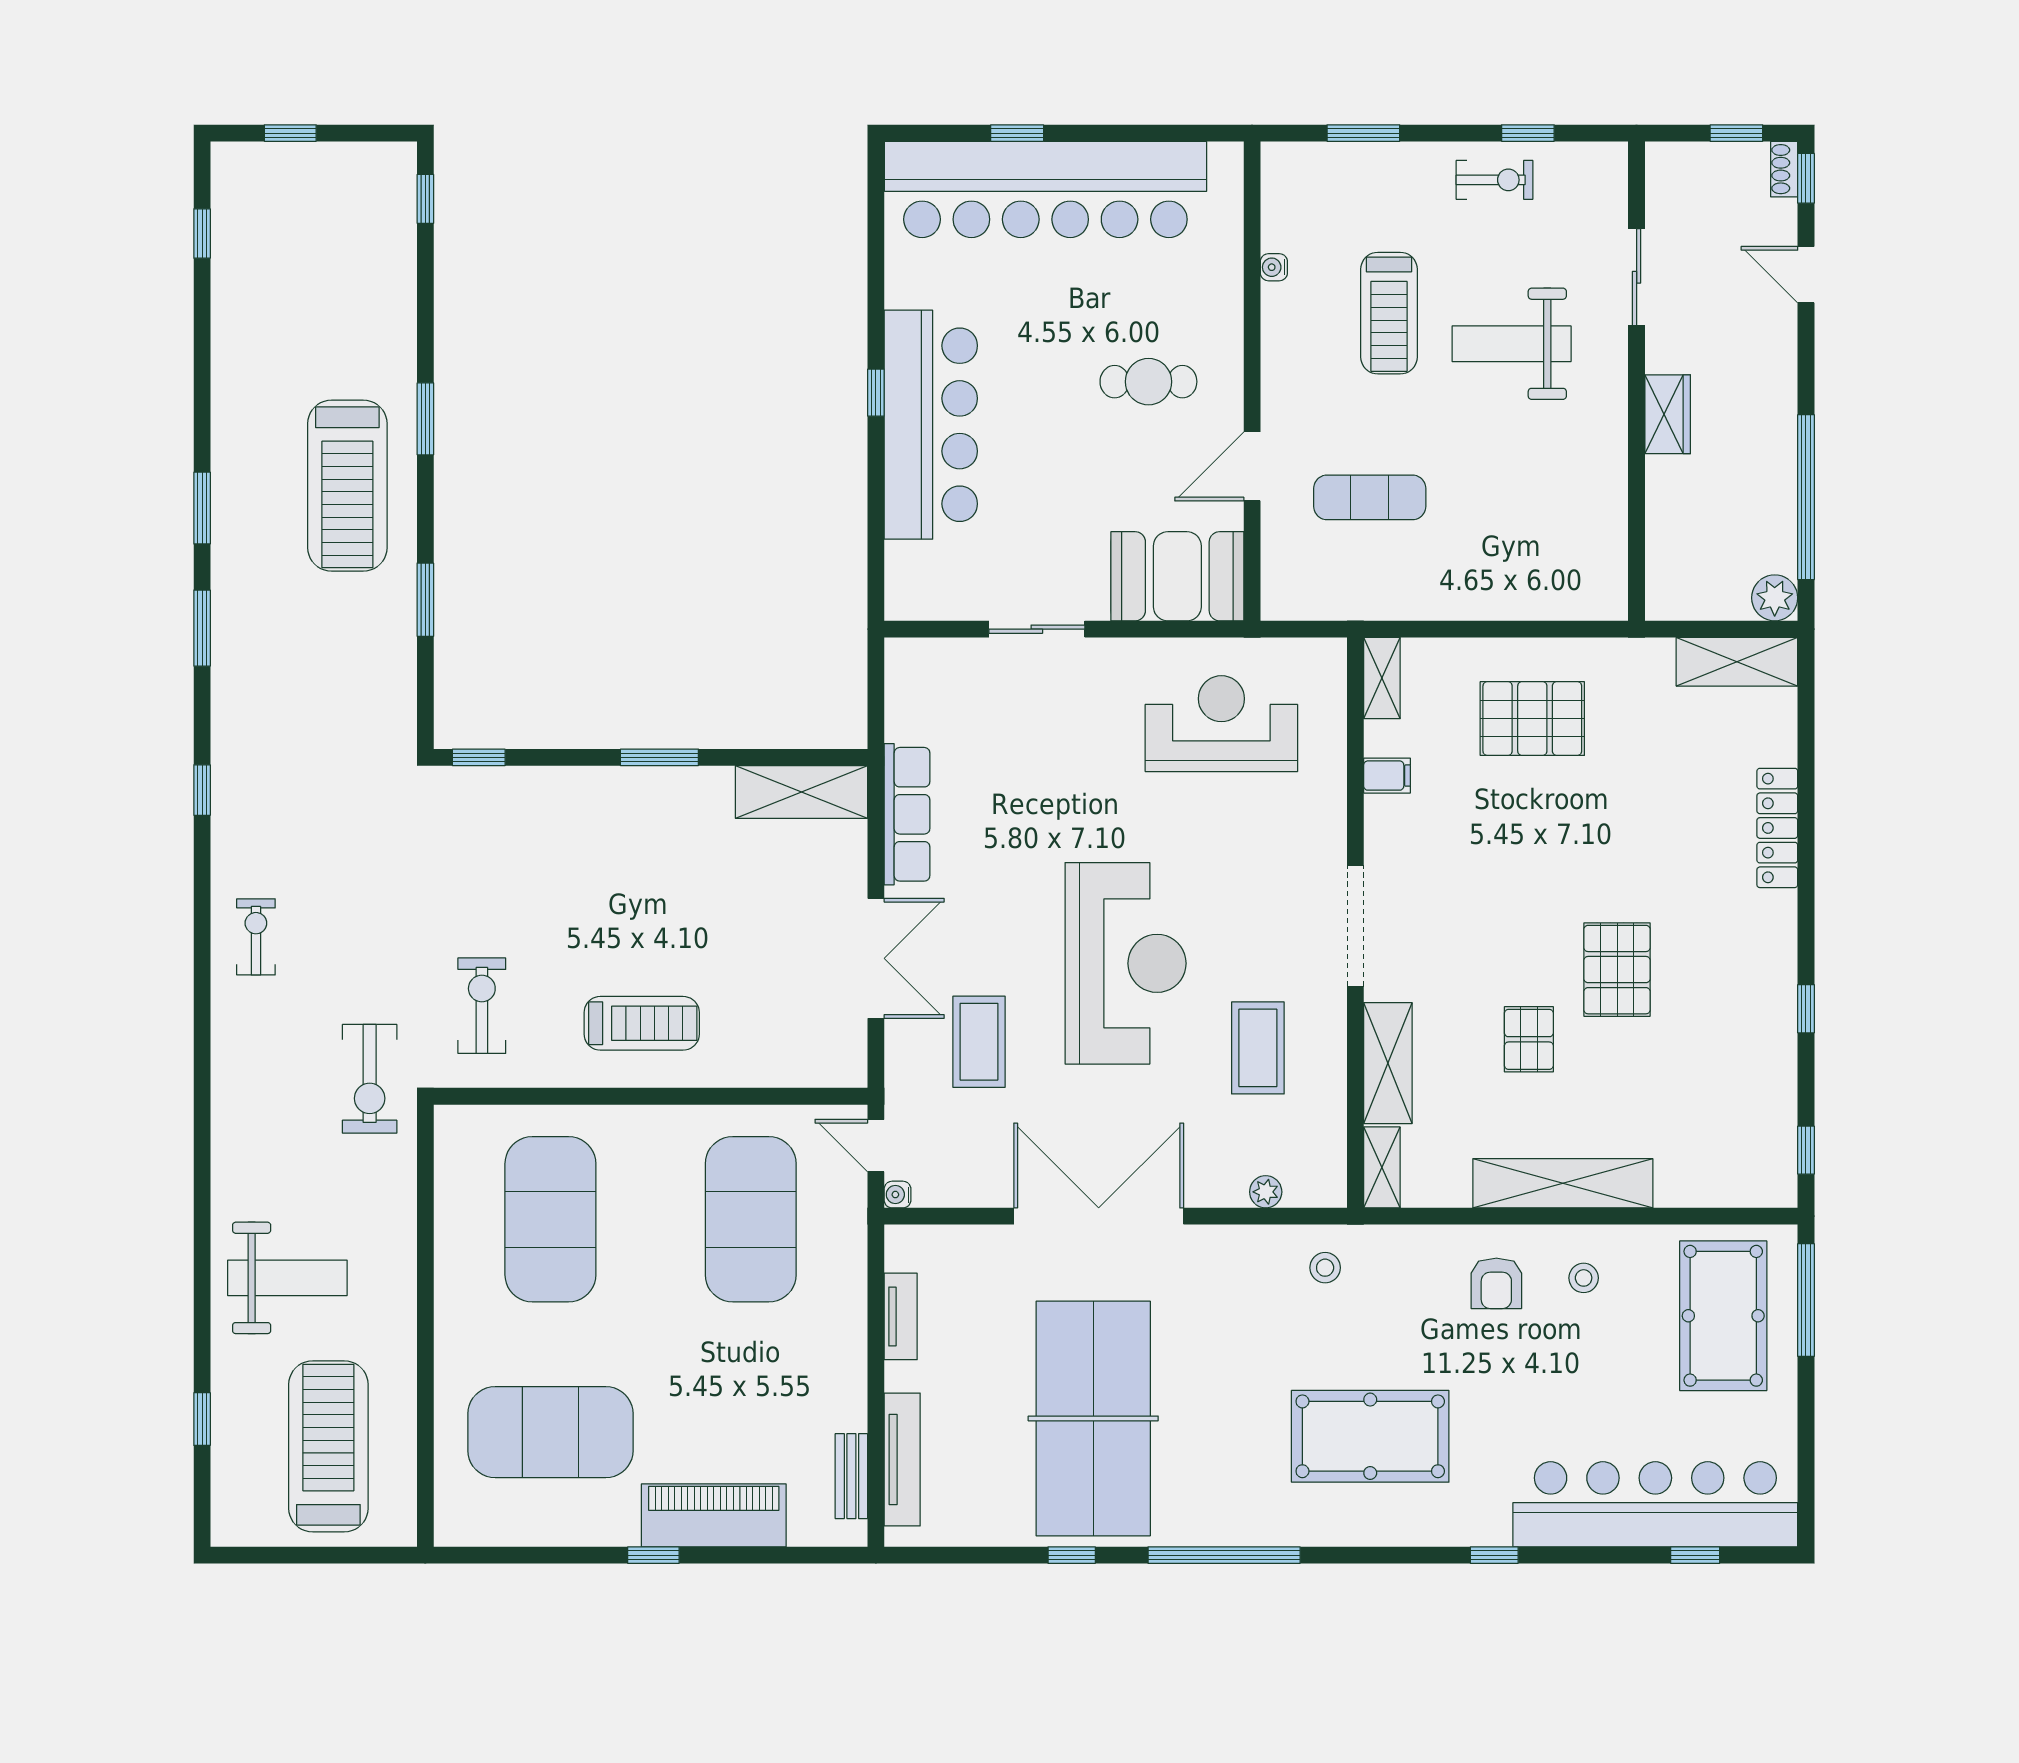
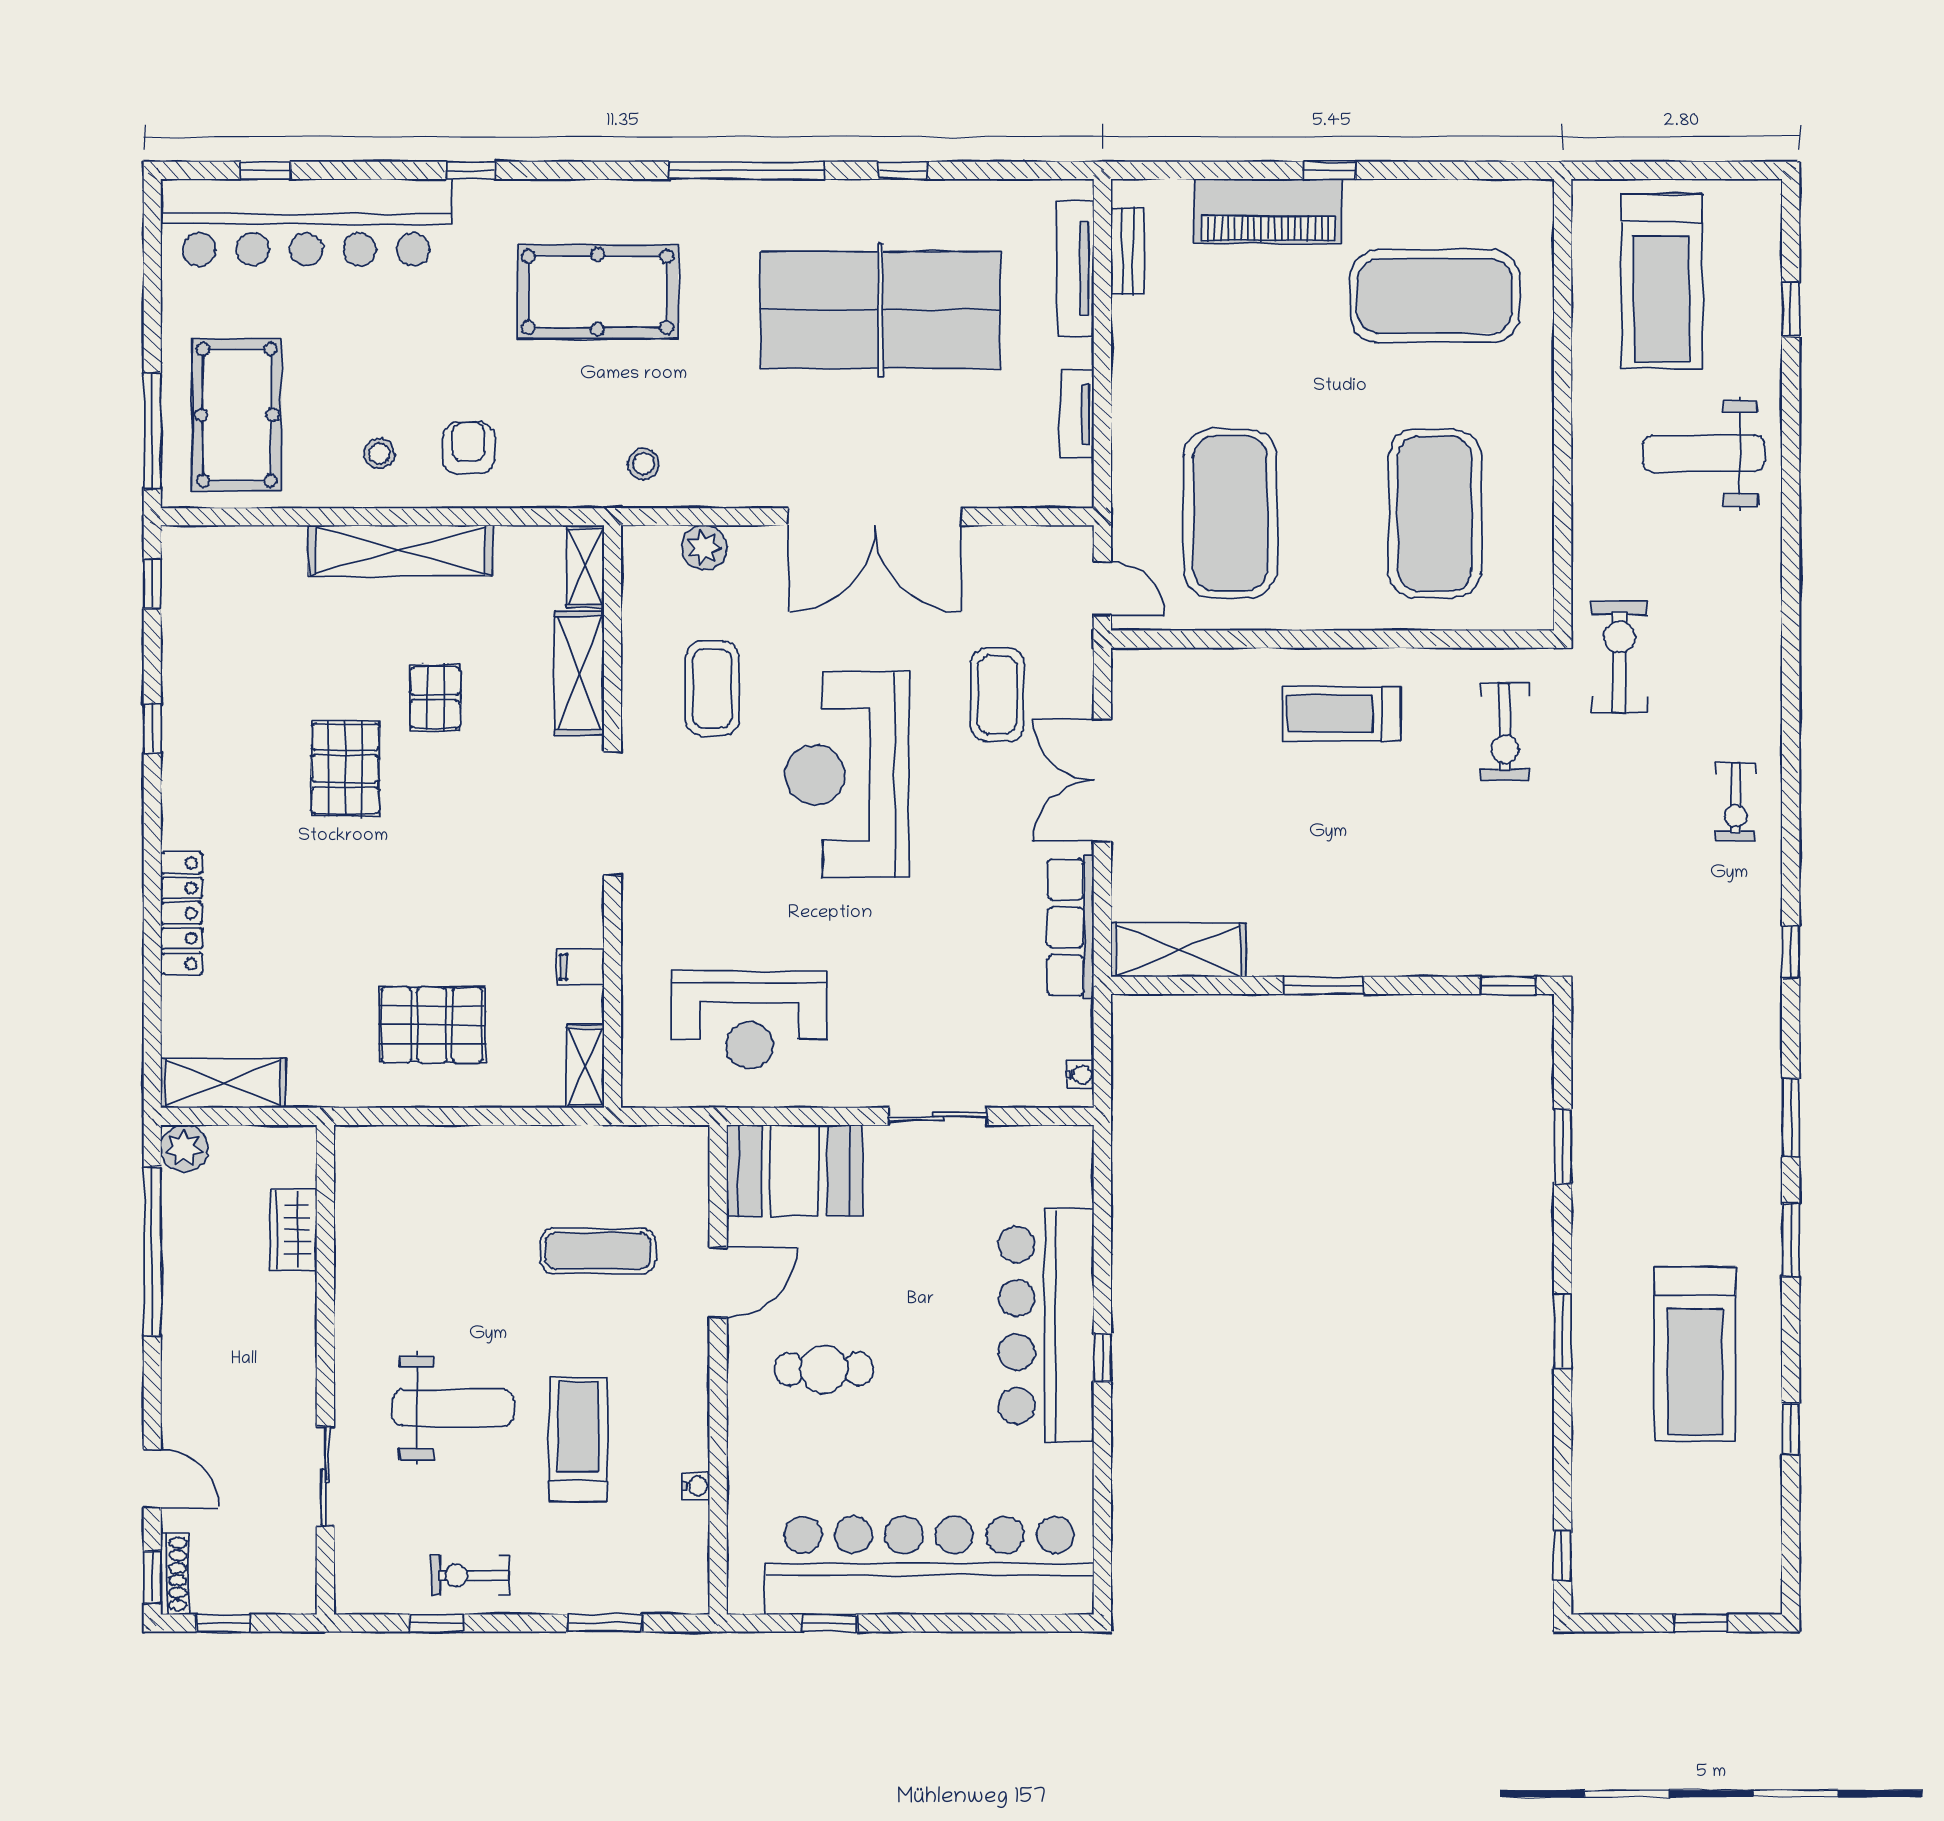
window: (1017, 133) -> (830, 1623), moved
shoe rack: (1784, 169) -> (174, 1574), width x1.43
window: (202, 234) -> (1791, 1428), moved
wardrobe: (1668, 414) -> (294, 1230), moved
treadmill: (347, 486) -> (1695, 1354), moved, turned 180
plant: (1266, 1192) -> (704, 548), width x1.38, depth x1.38
water cooler: (898, 1195) -> (1080, 1075), moved
table tennis table: (1093, 1418) -> (880, 310), turned 90

